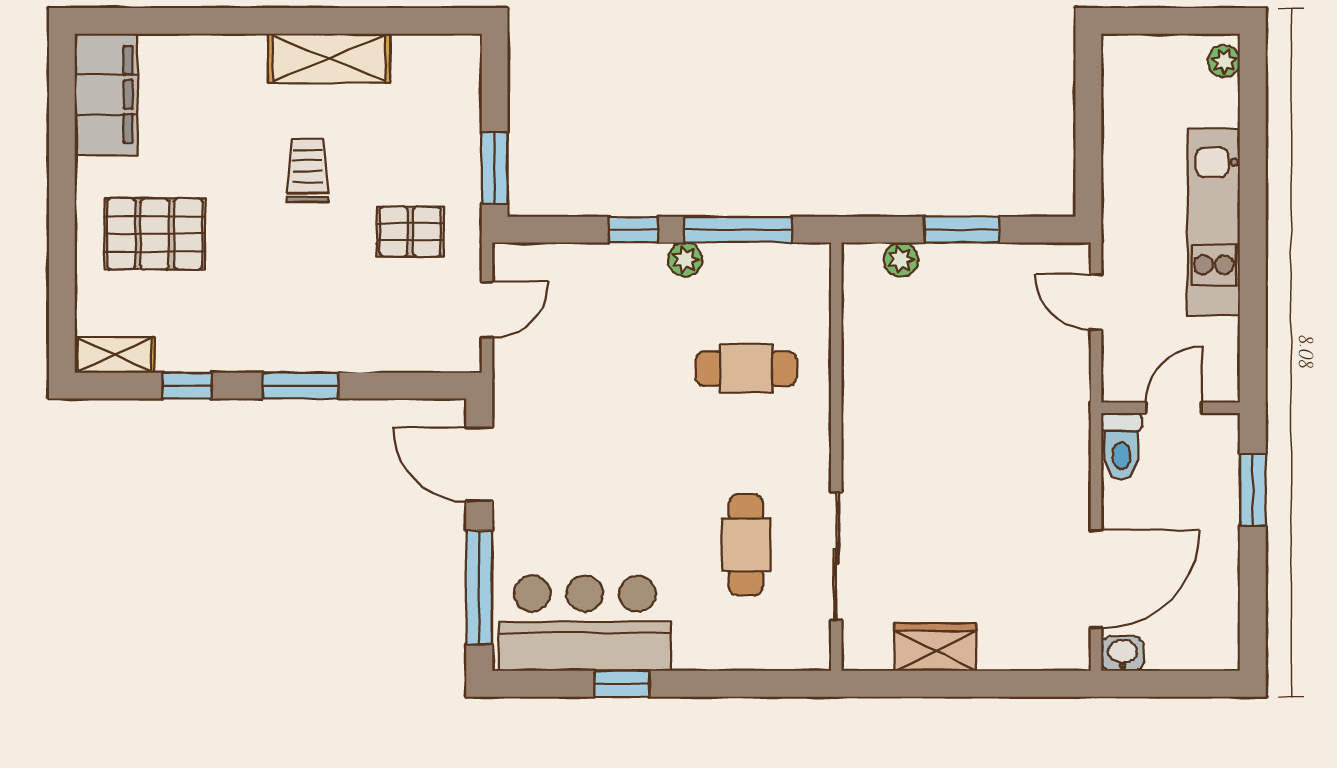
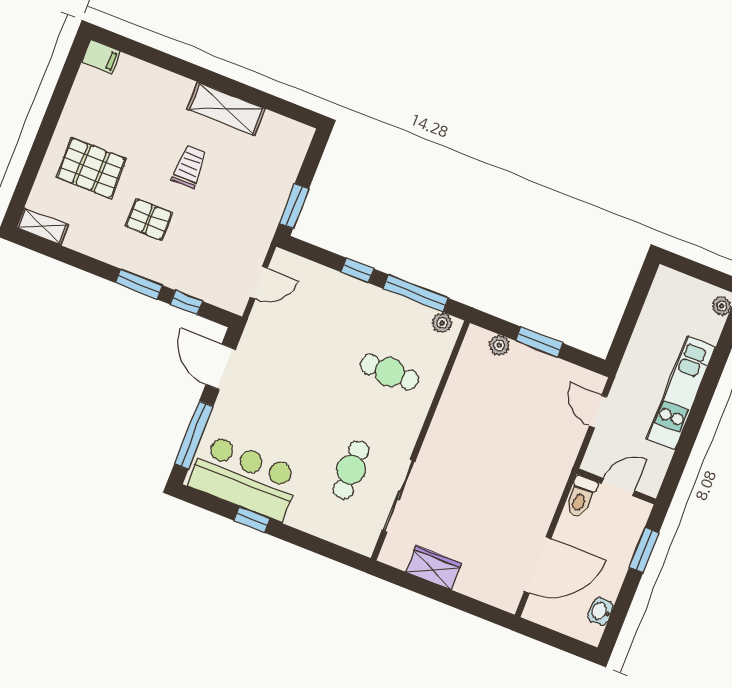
filing cabinet: (106, 94) -> (101, 57), width x0.33, depth x0.86
pallet: (410, 232) -> (149, 220), moved
plant: (685, 259) -> (442, 323), moved
window: (187, 386) -> (186, 303), moved
washbasin: (1123, 654) -> (601, 611), moved, turned -90

